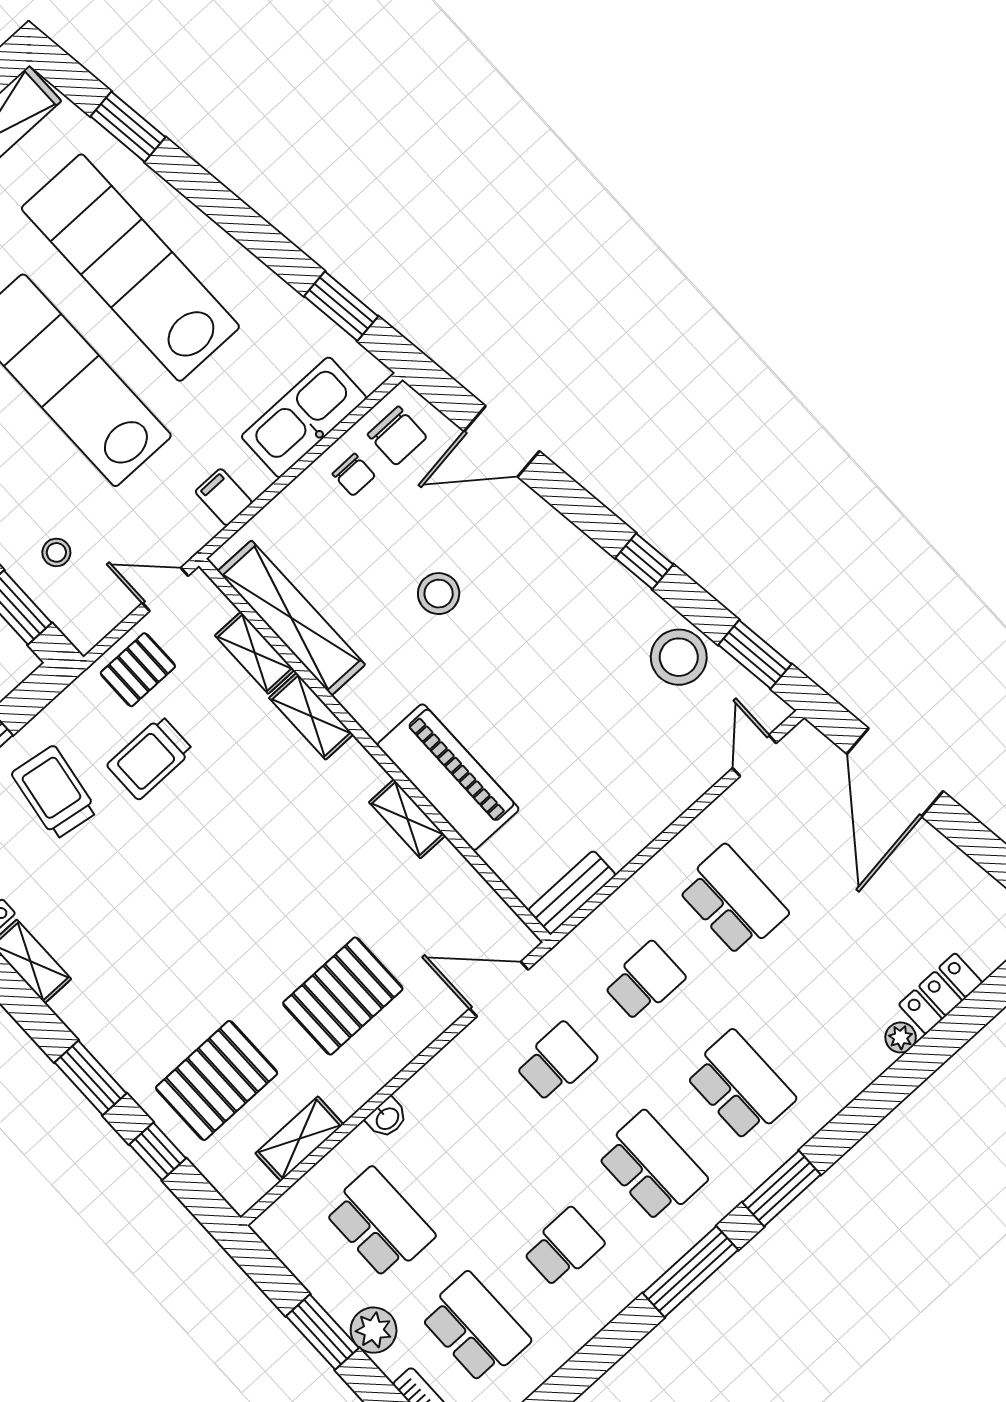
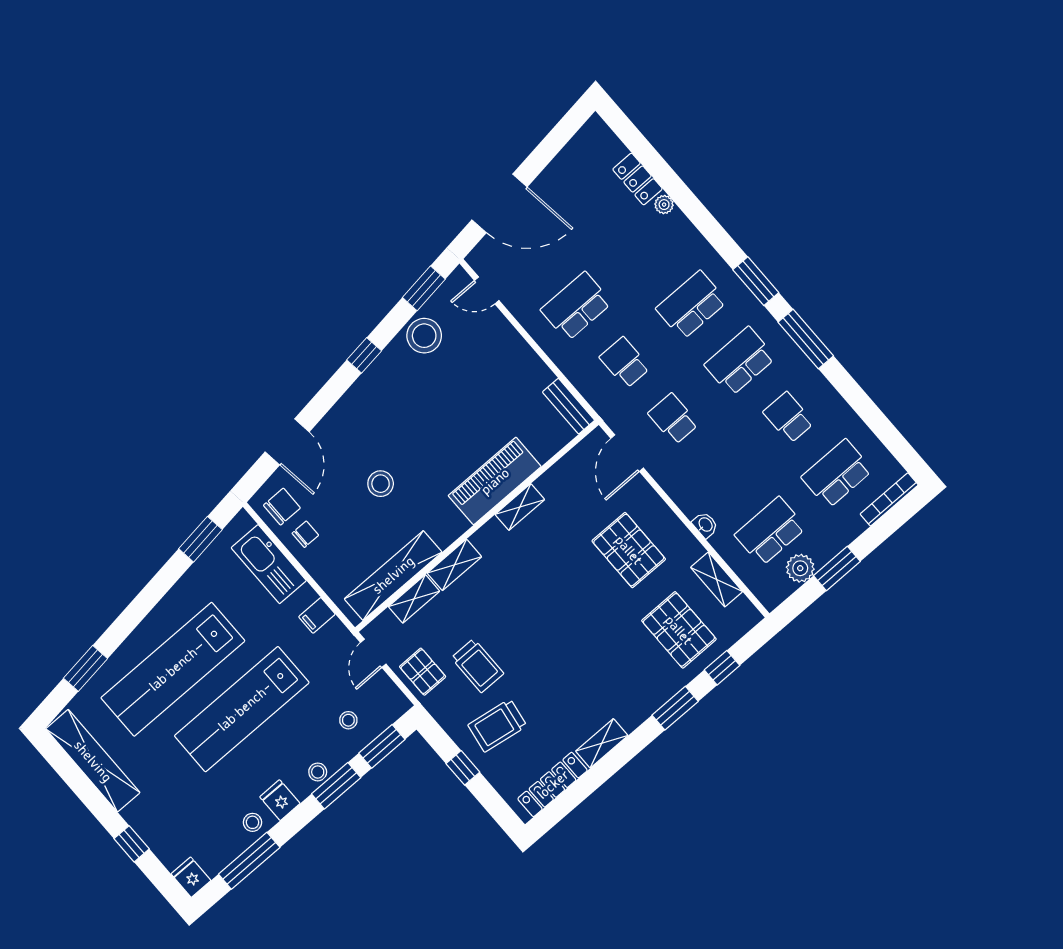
plant: (374, 1330) -> (800, 568), moved

